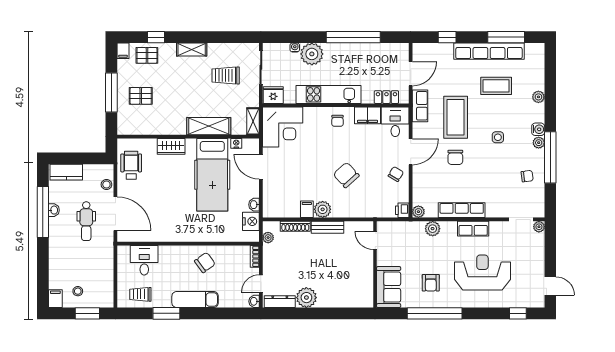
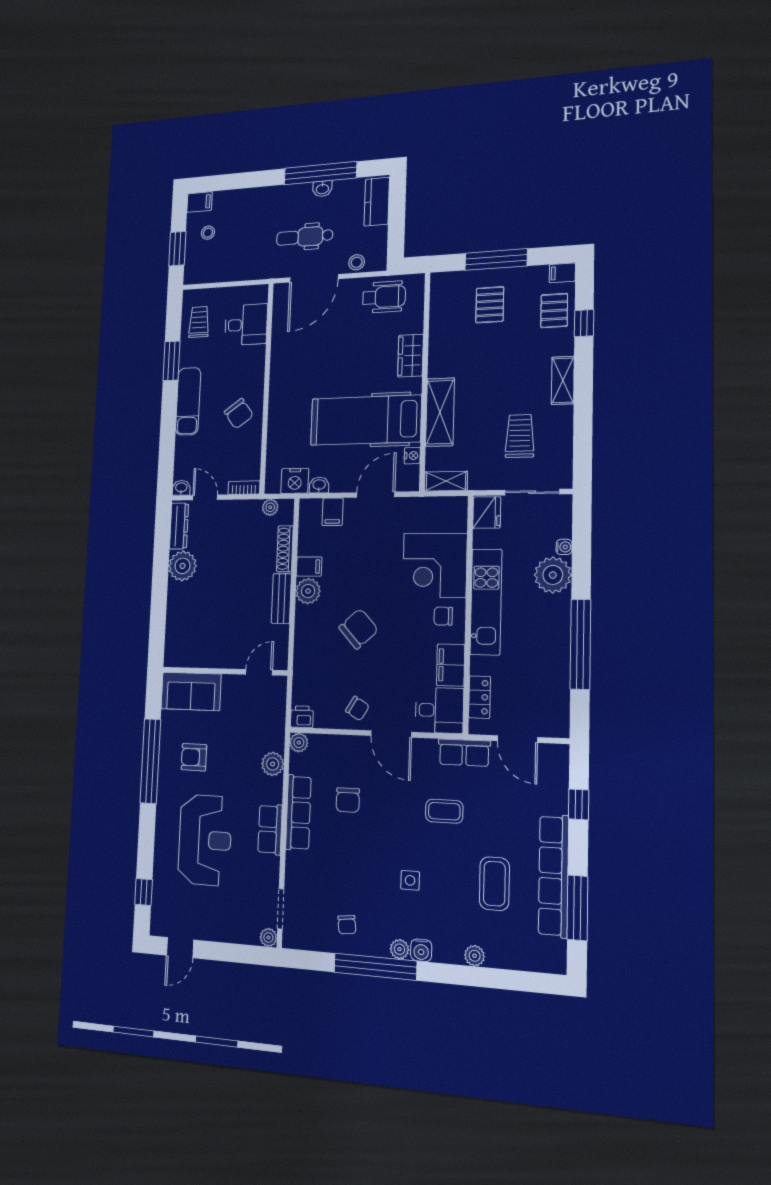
coffee table: (456, 117) -> (444, 811), width x0.54, depth x0.58
corner desk: (283, 127) -> (435, 565), moved
chair: (455, 157) -> (348, 800), moved, turned -90
filing cabinet: (272, 195) -> (333, 512), added

